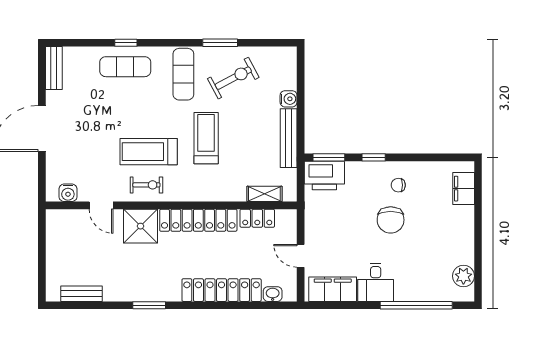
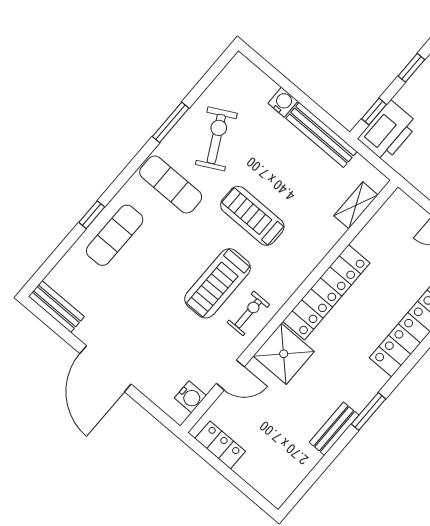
window: (329, 157) -> (374, 112), width x0.67
locker: (257, 218) -> (220, 445), moved, turned -90
bench: (81, 294) -> (334, 429), moved

